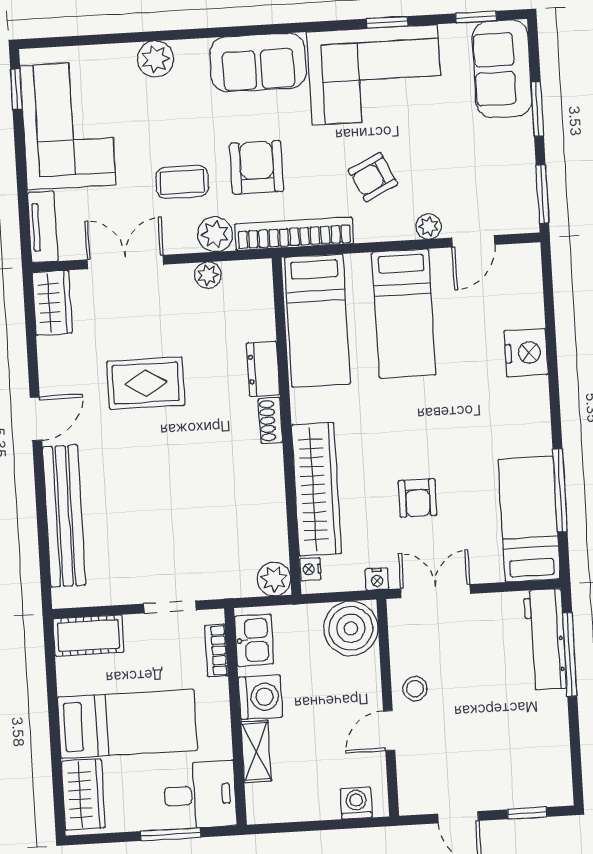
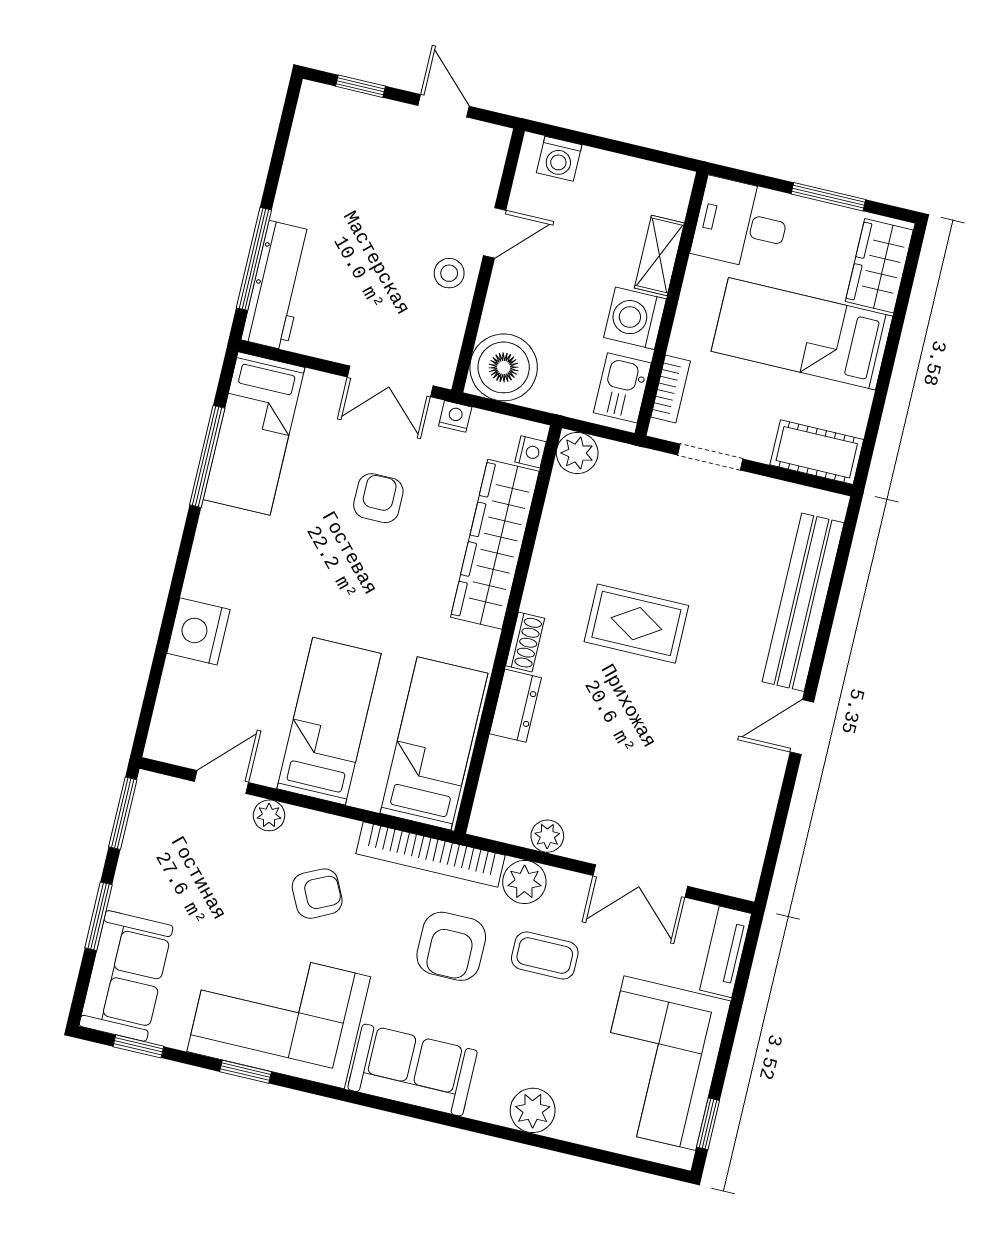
wardrobe: (52, 303) -> (741, 859), removed
rug: (146, 383) -> (636, 624), moved
window: (171, 834) -> (828, 197), moved

